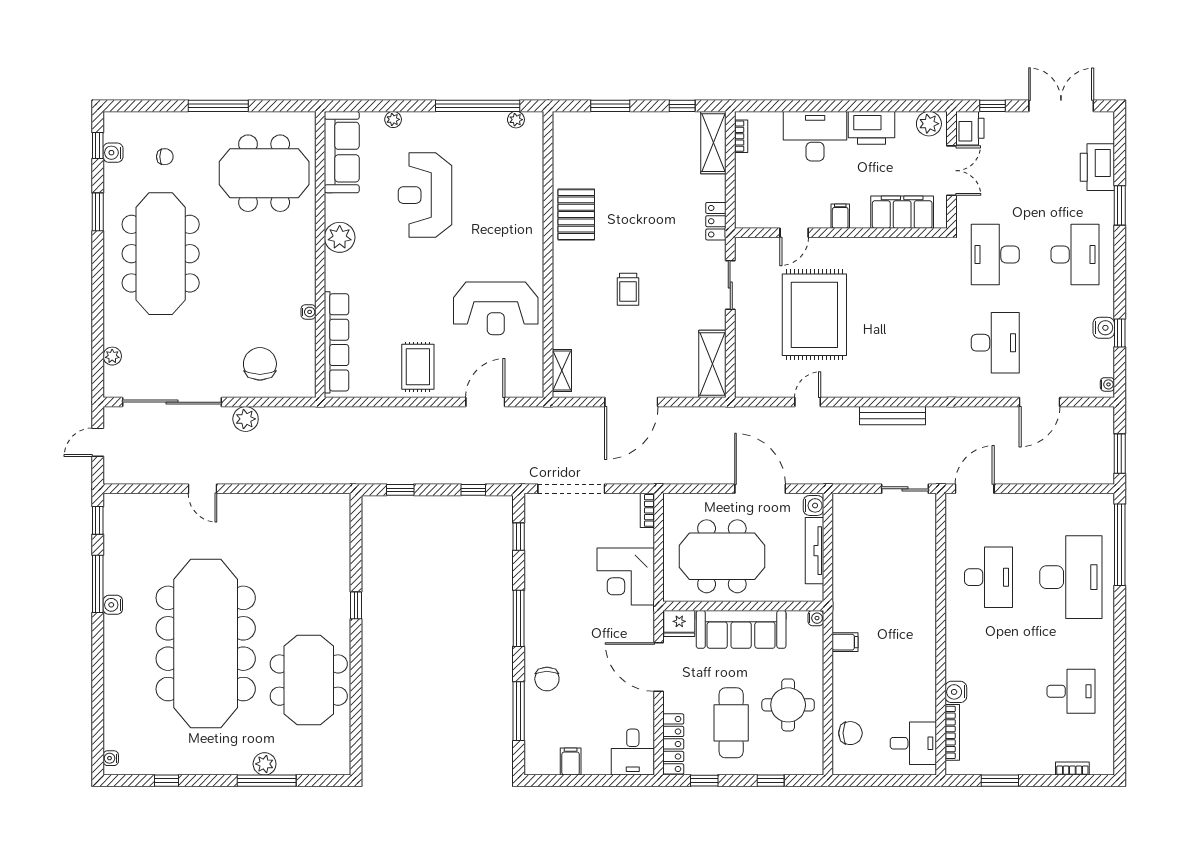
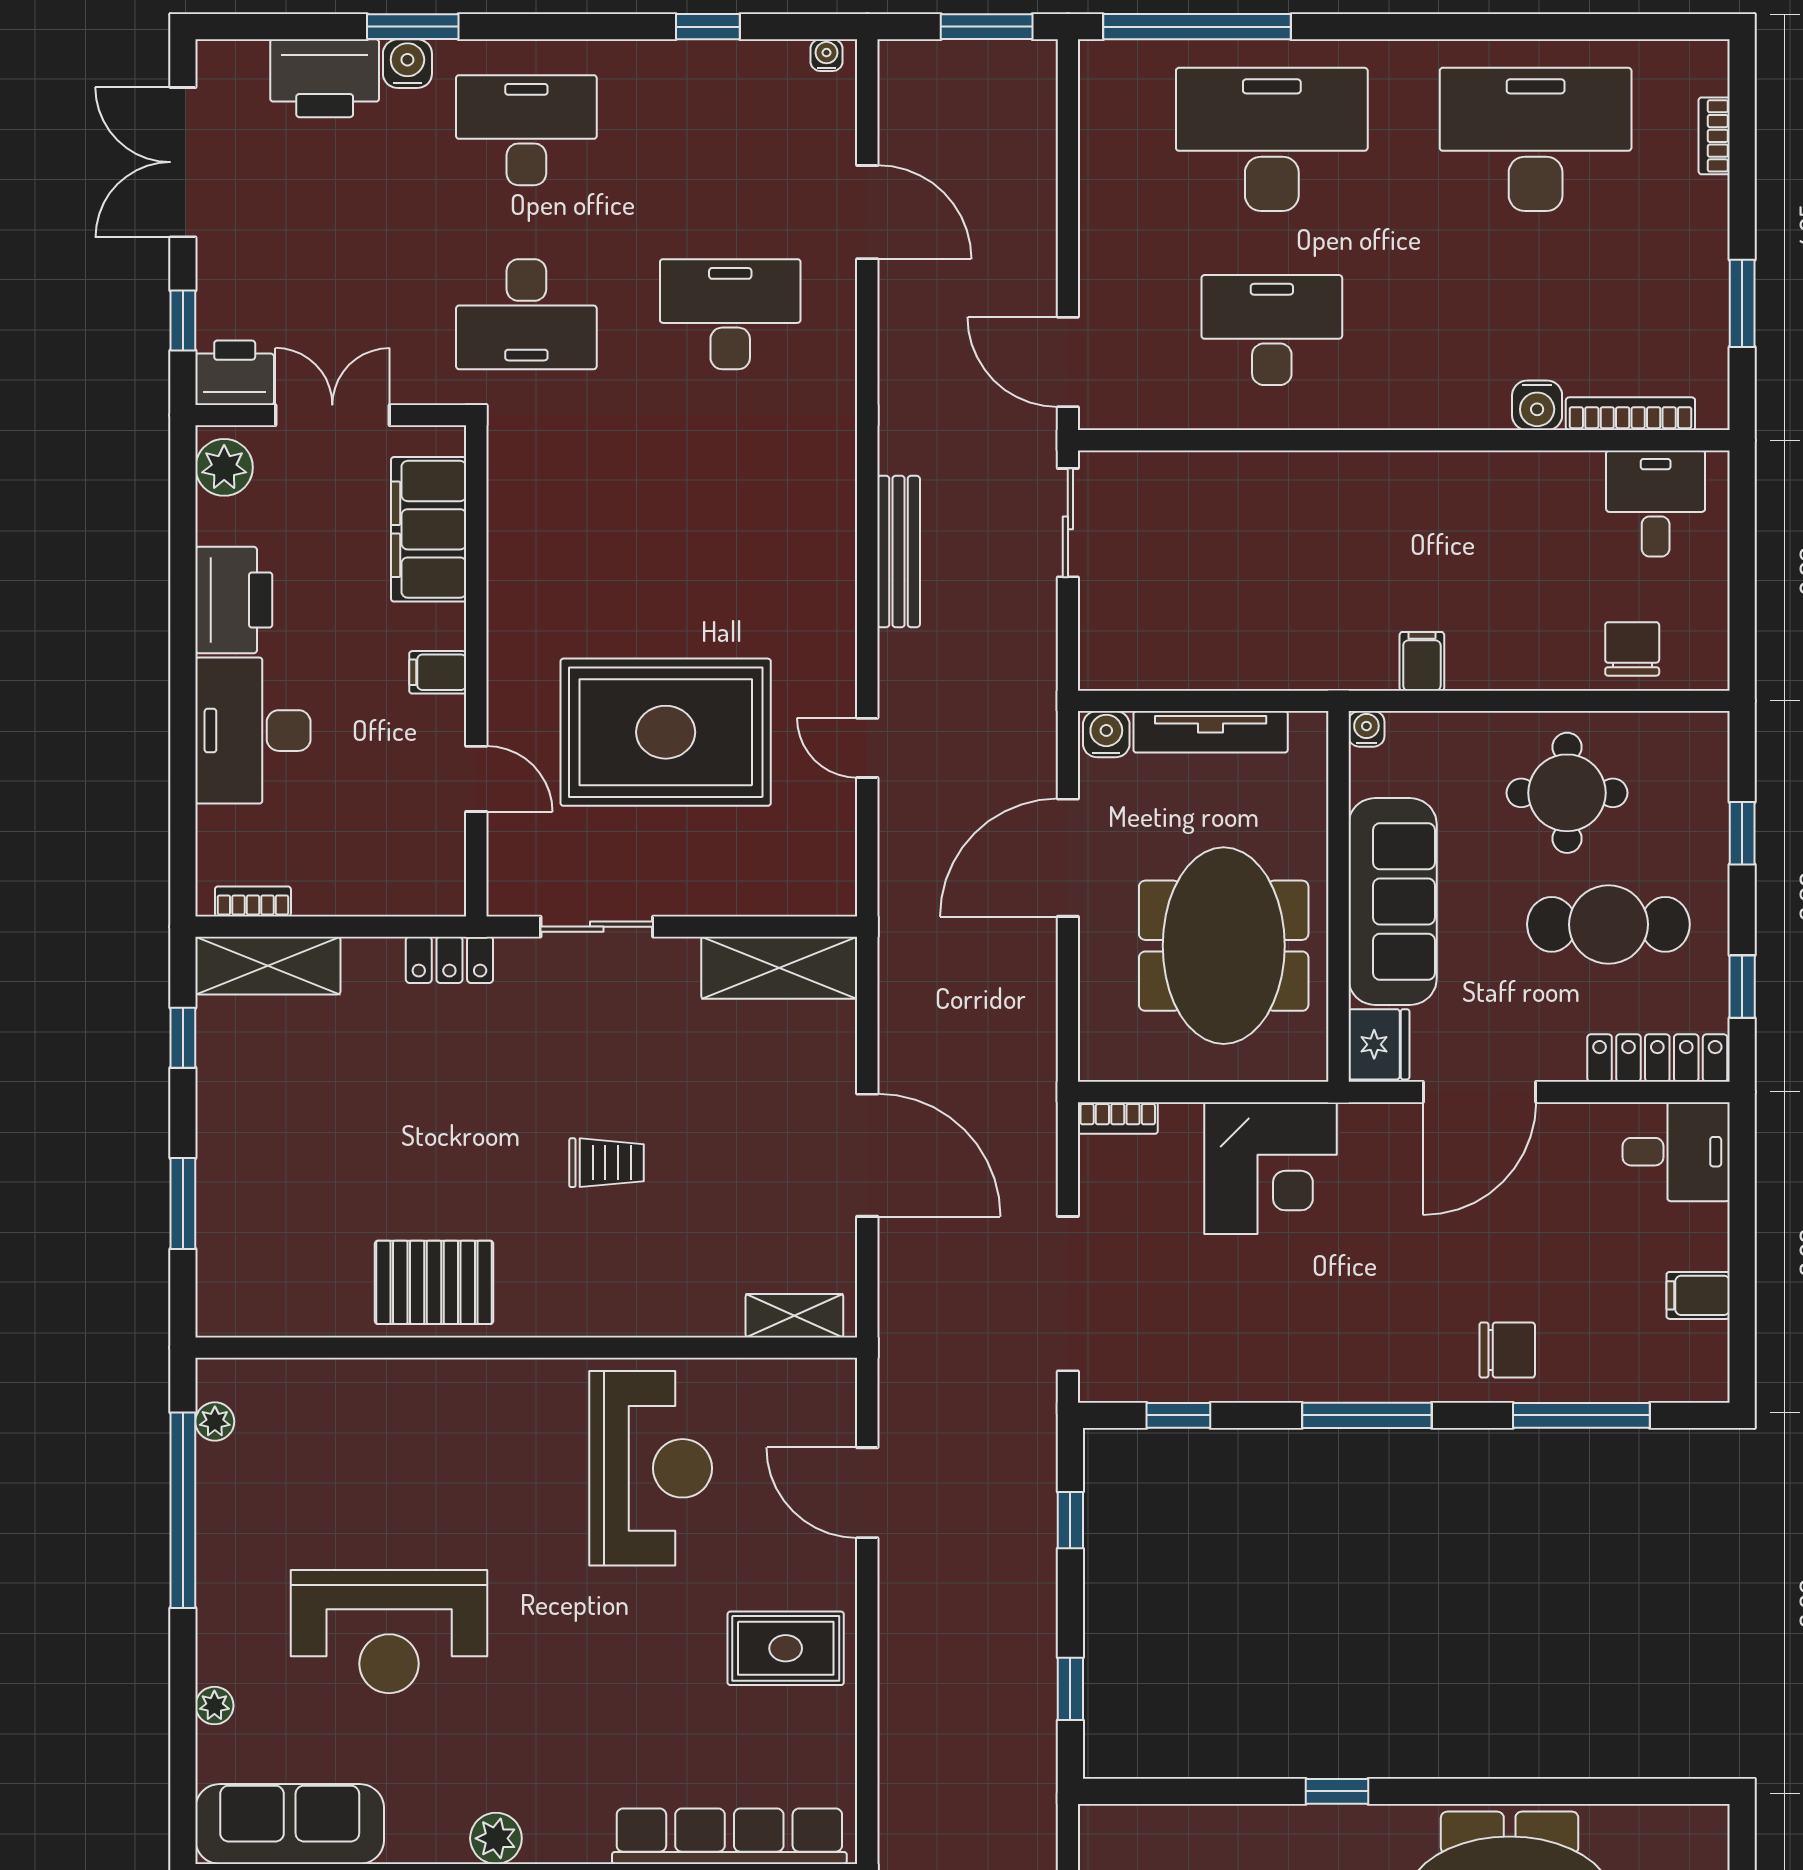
plant: (340, 237) -> (496, 1838), width x0.73, depth x0.73
water cooler: (1104, 328) -> (407, 64), moved
desk: (1071, 691) -> (1536, 139), width x1.87, depth x1.30

